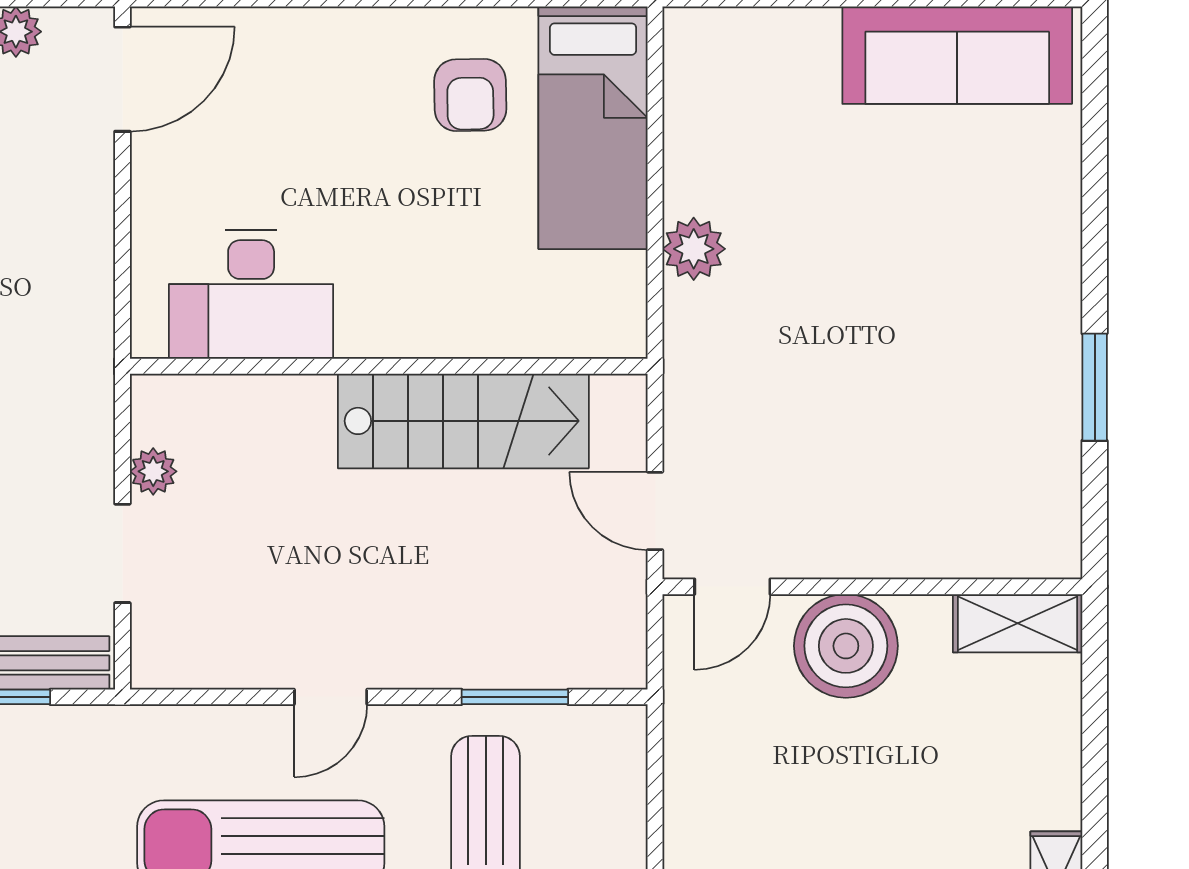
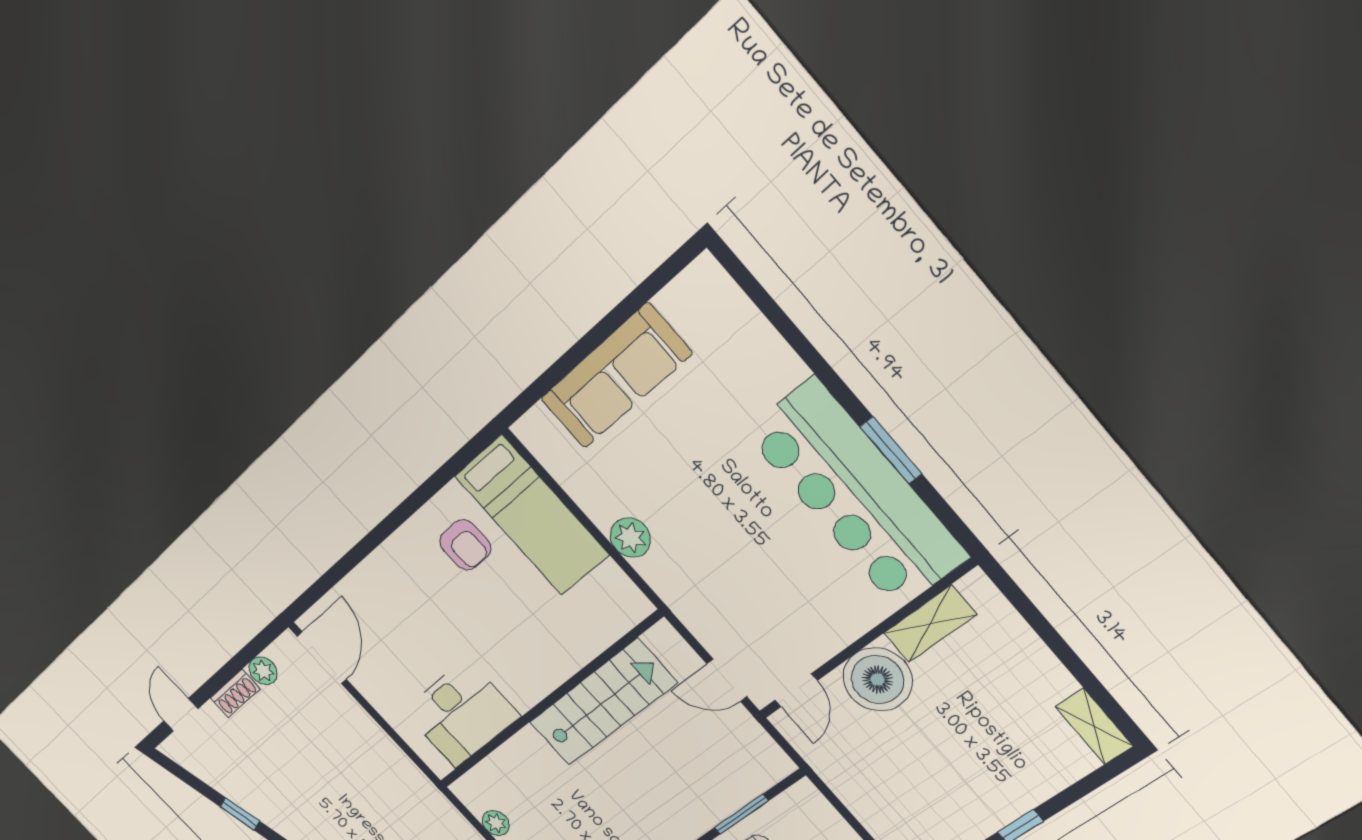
sofa: (957, 55) -> (616, 376), moved
bar counter: (1012, 407) -> (857, 495), added
shelving: (1018, 623) -> (930, 624), moved

